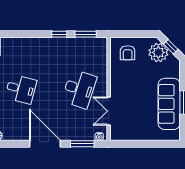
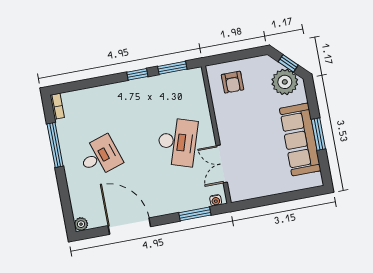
plant: (158, 52) -> (285, 82), moved
desk: (21, 89) -> (100, 156), turned -33
door: (45, 144) -> (129, 226), moved

